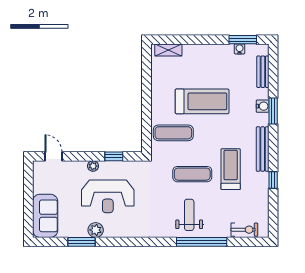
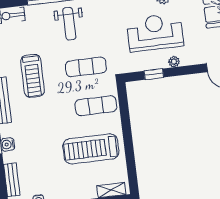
treadmill: (202, 101) -> (91, 149), moved
exercise mat: (192, 174) -> (86, 67), moved

